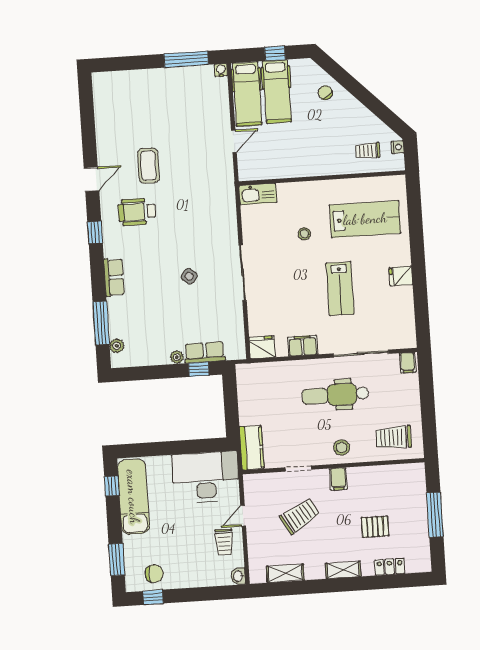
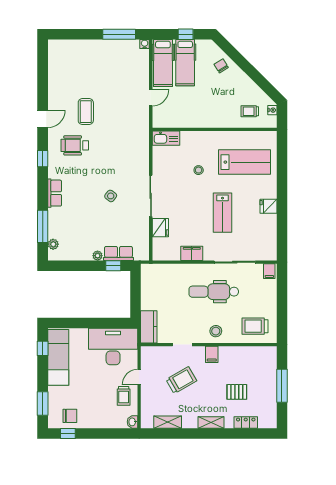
fridge: (262, 347) -> (160, 228), moved, turned 90

